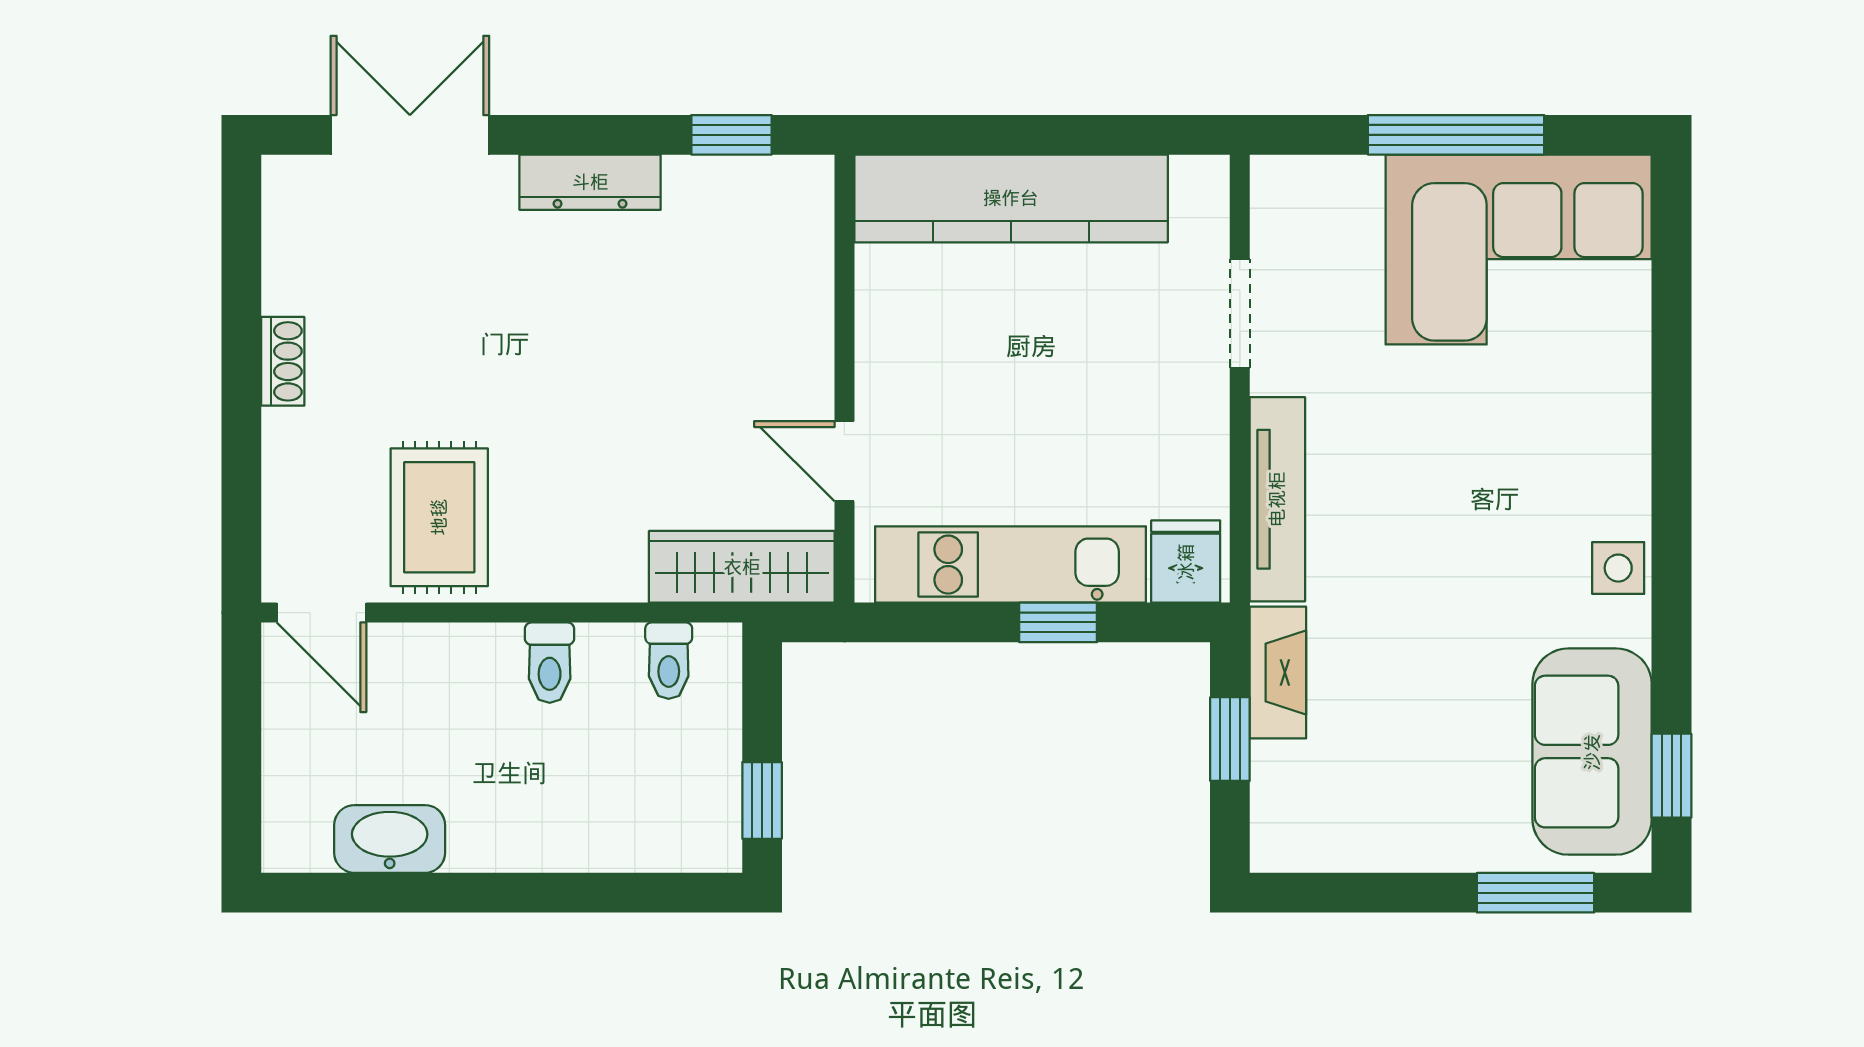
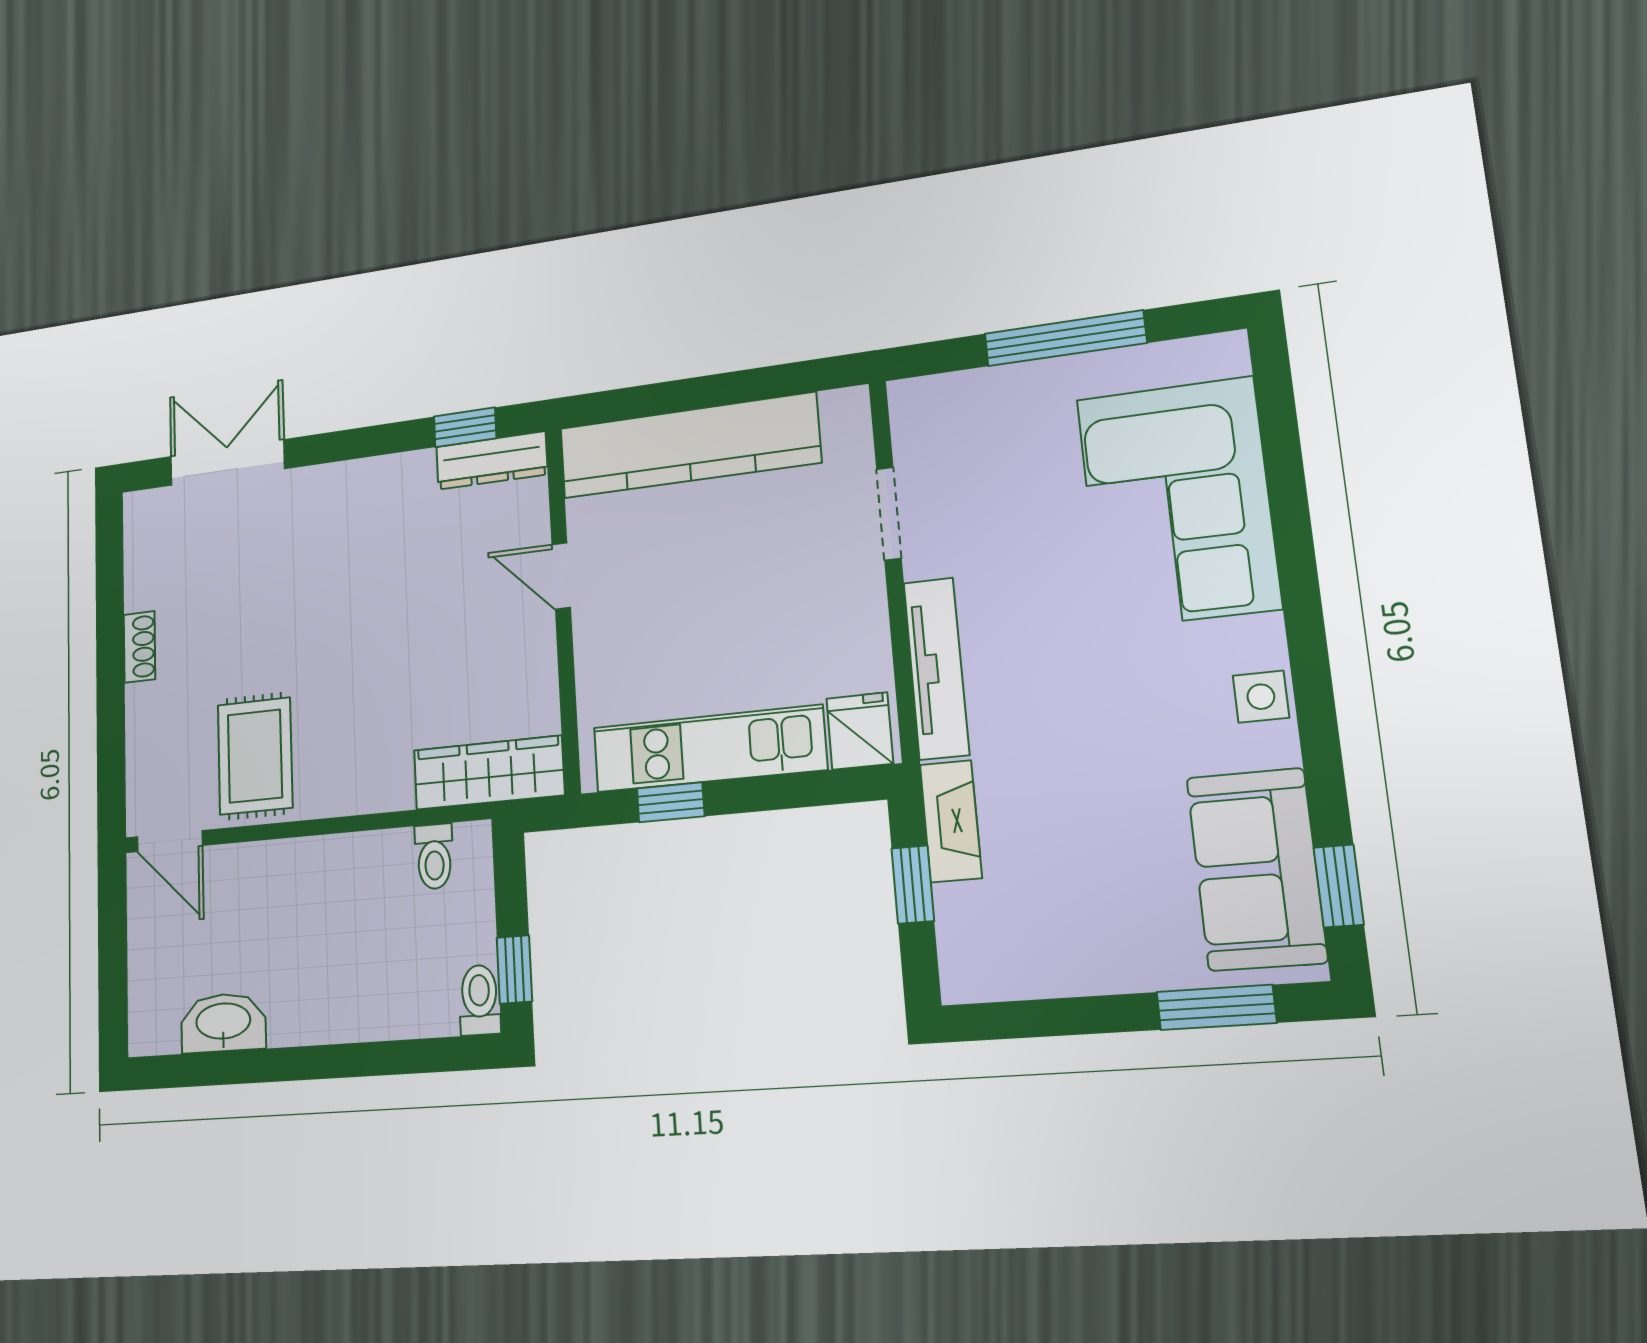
dresser: (590, 182) -> (492, 461), moved
corner sofa: (1519, 250) -> (1178, 503), moved, turned 90
door: (844, 461) -> (561, 576), moved
window: (1058, 622) -> (671, 802), moved
toilet: (550, 663) -> (480, 1000), moved, turned 180

